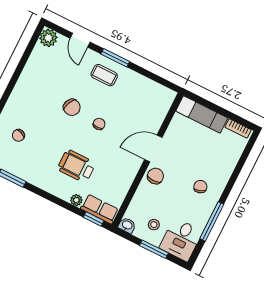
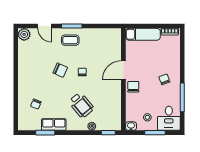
wheelchair: (76, 166) -> (81, 105), turned -130
row of seats: (100, 209) -> (54, 124), moved

